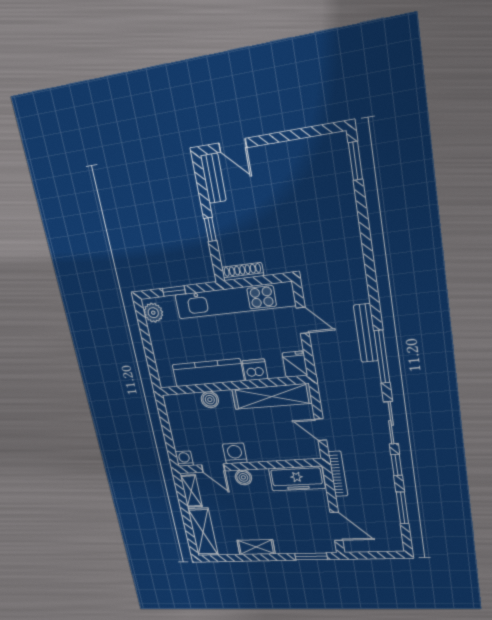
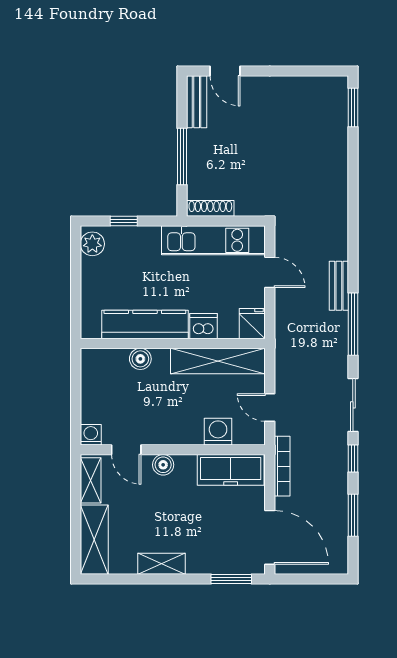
window: (210, 229) -> (182, 156), width x2.17
kitchen unit: (235, 300) -> (213, 240), width x0.73
bench: (366, 333) -> (339, 286), width x0.73
washing machine: (235, 453) -> (218, 432), moved
door: (336, 526) -> (270, 537), width x1.36

